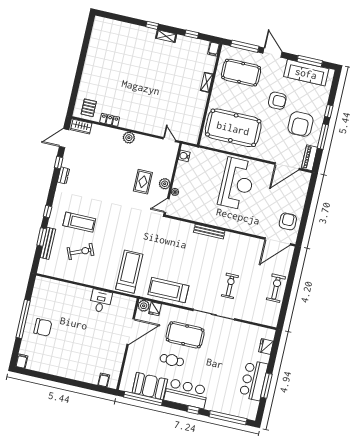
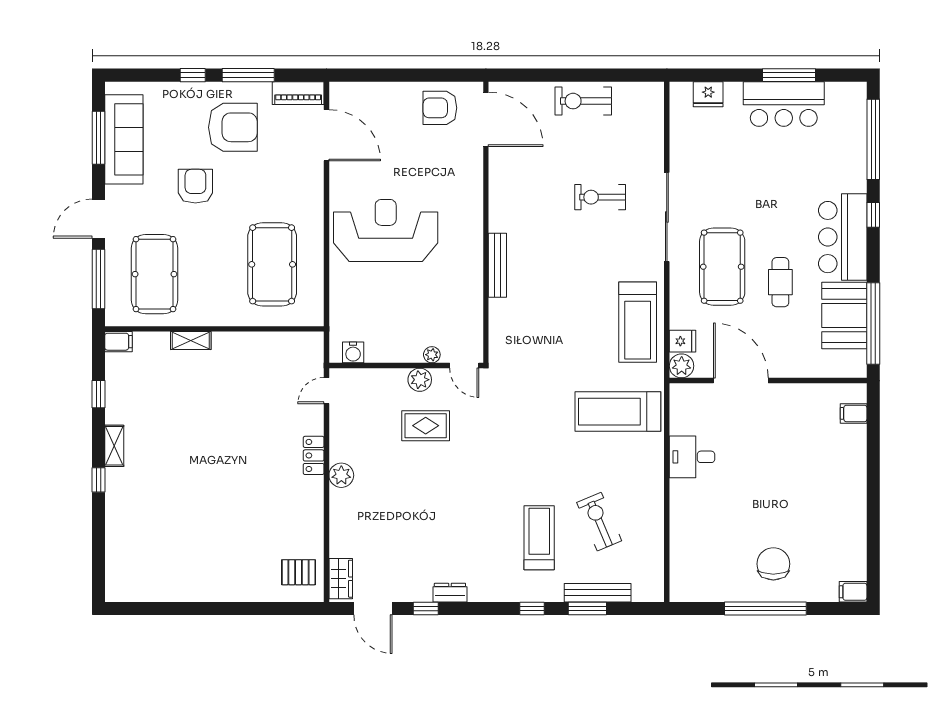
locker: (110, 120) -> (314, 455), moved
pool table: (233, 128) -> (272, 264), width x0.73, depth x0.76

